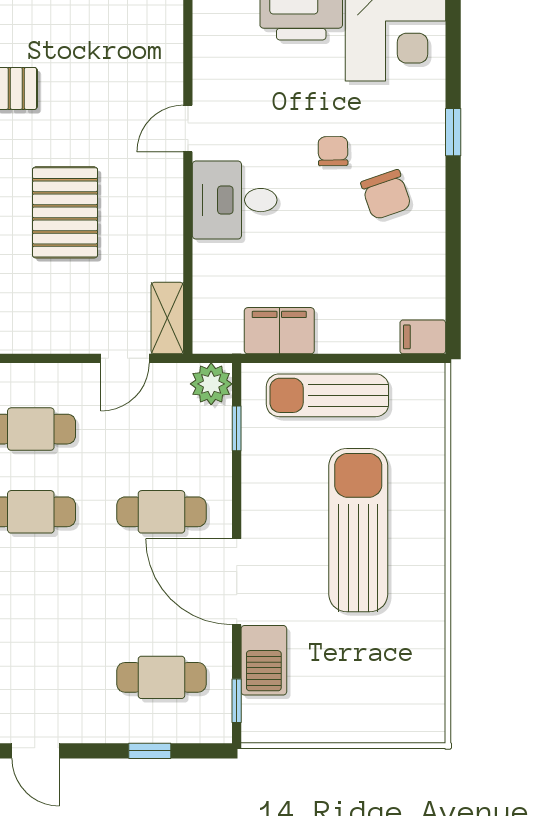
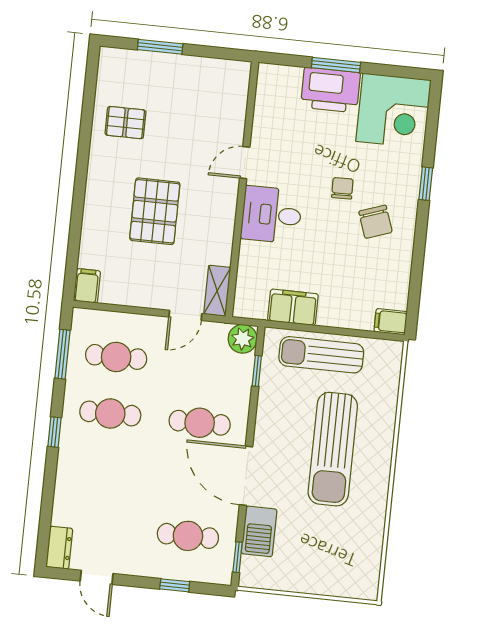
sun lounger: (358, 530) -> (333, 449), turned 180

